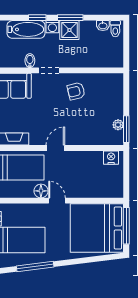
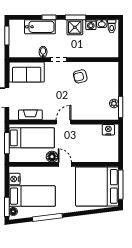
washing machine: (52, 27) -> (91, 25), moved

